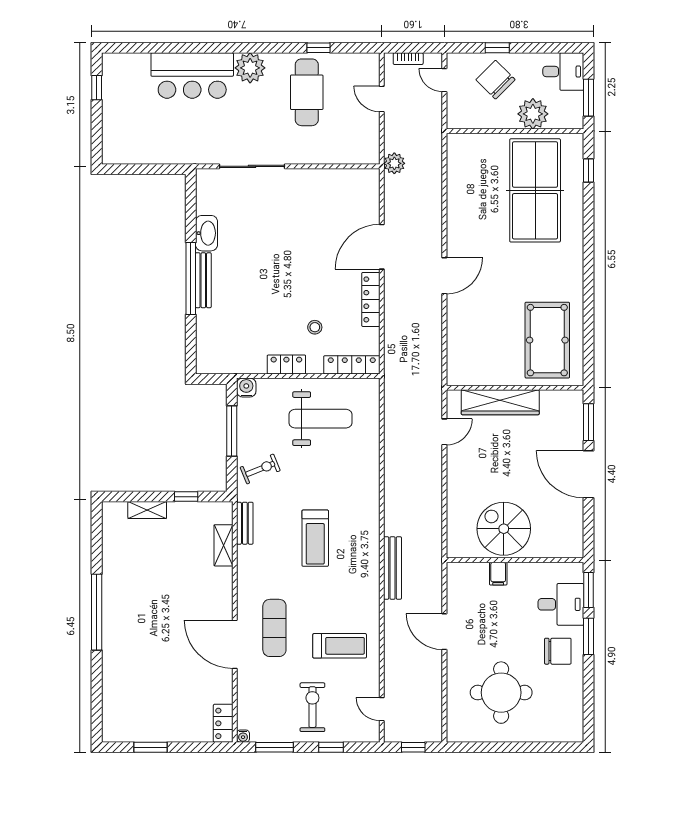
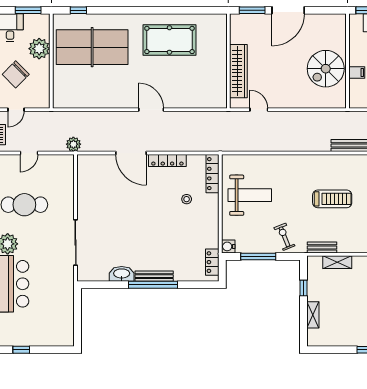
pool table: (547, 340) -> (169, 40), moved
locker: (286, 364) -> (212, 262), moved
weight bench: (321, 419) -> (250, 195), turned 90

